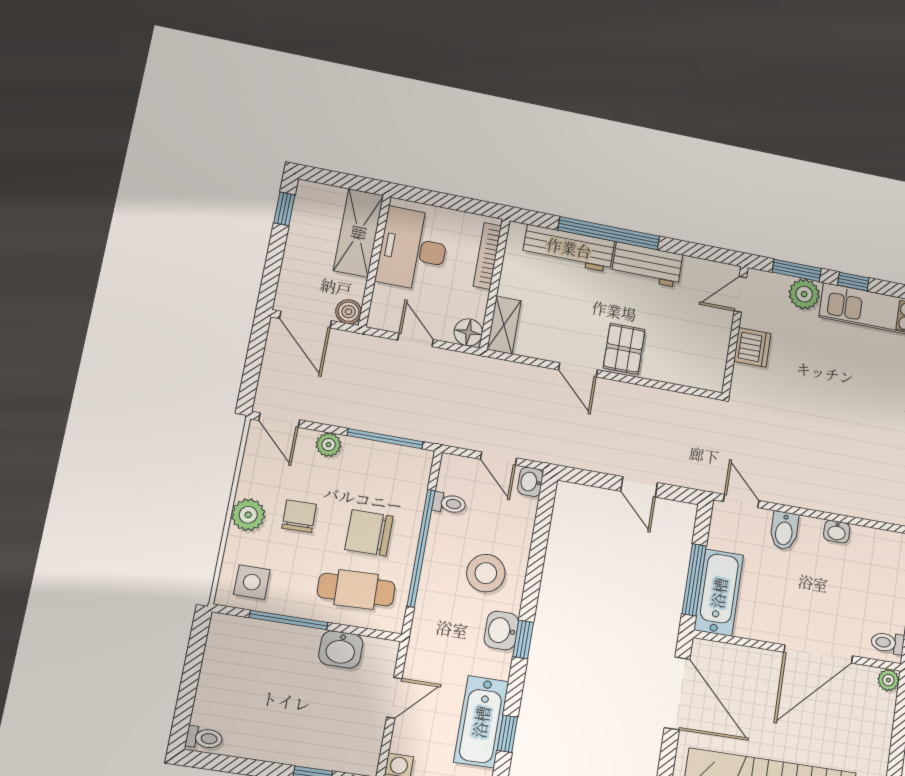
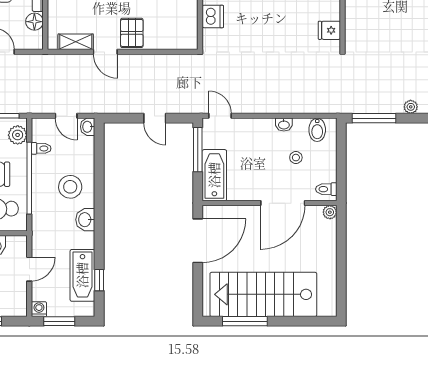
shelving: (504, 325) -> (76, 42), moved, turned 90
floor lamp: (468, 332) -> (34, 22), moved
plant: (414, 475) -> (18, 135), added
bidet: (784, 531) -> (317, 130), moved
window: (694, 580) -> (198, 150), moved
stool: (848, 586) -> (296, 158), added
window: (523, 640) -> (99, 223), removed
door: (677, 693) -> (198, 241), hinge flipped

